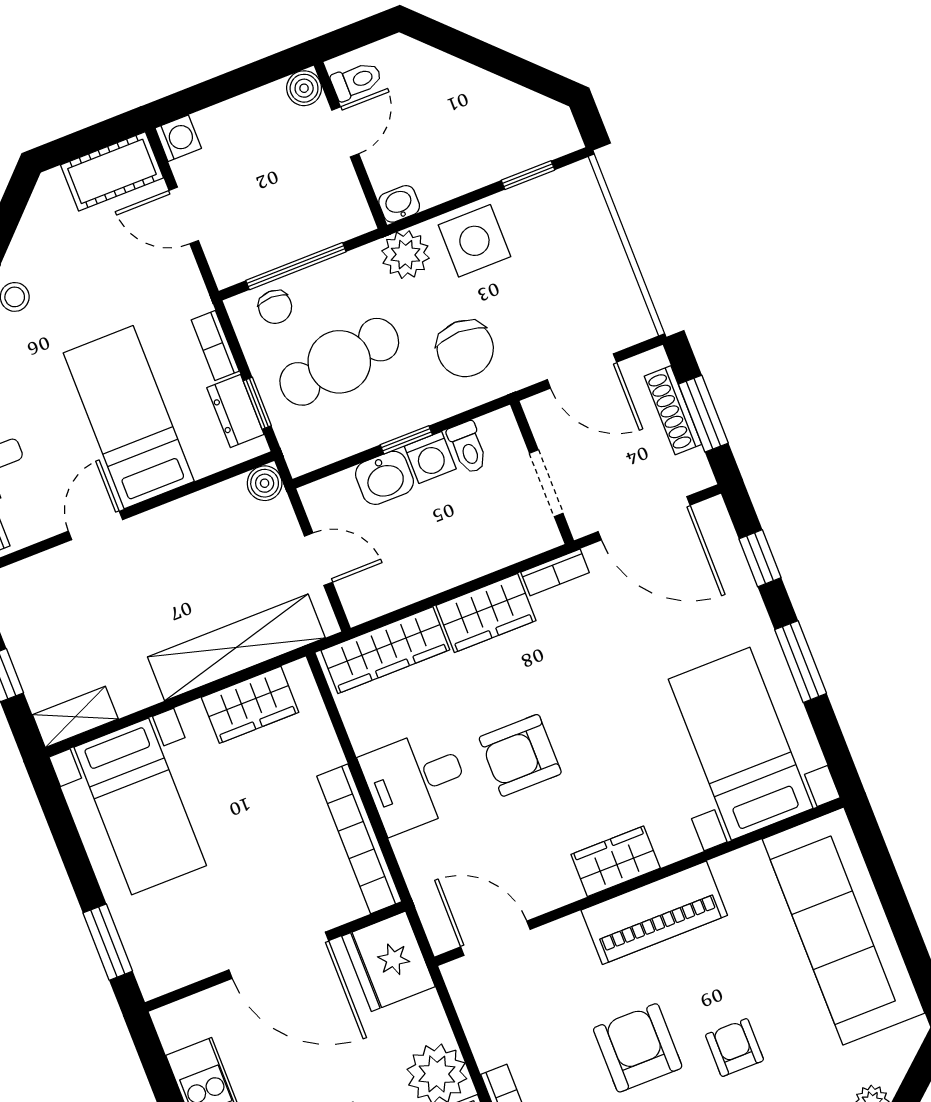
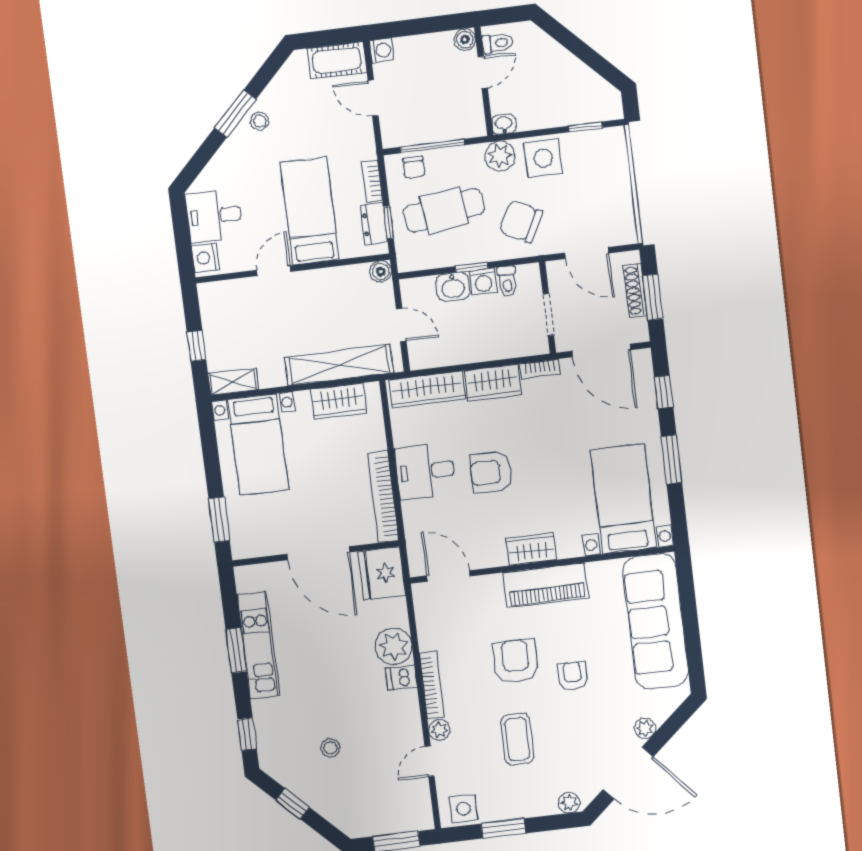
chair: (465, 349) -> (521, 222), turned 118

